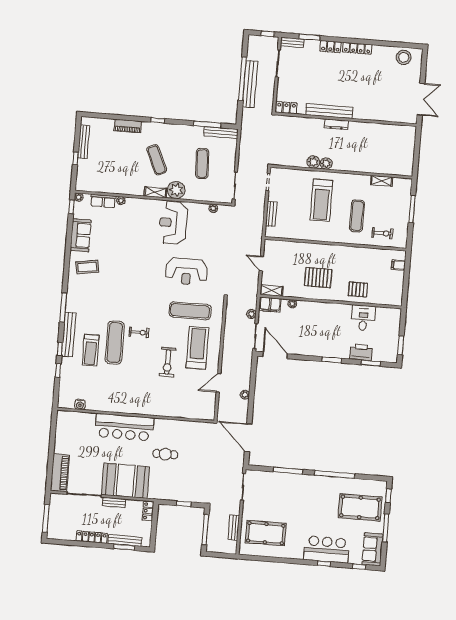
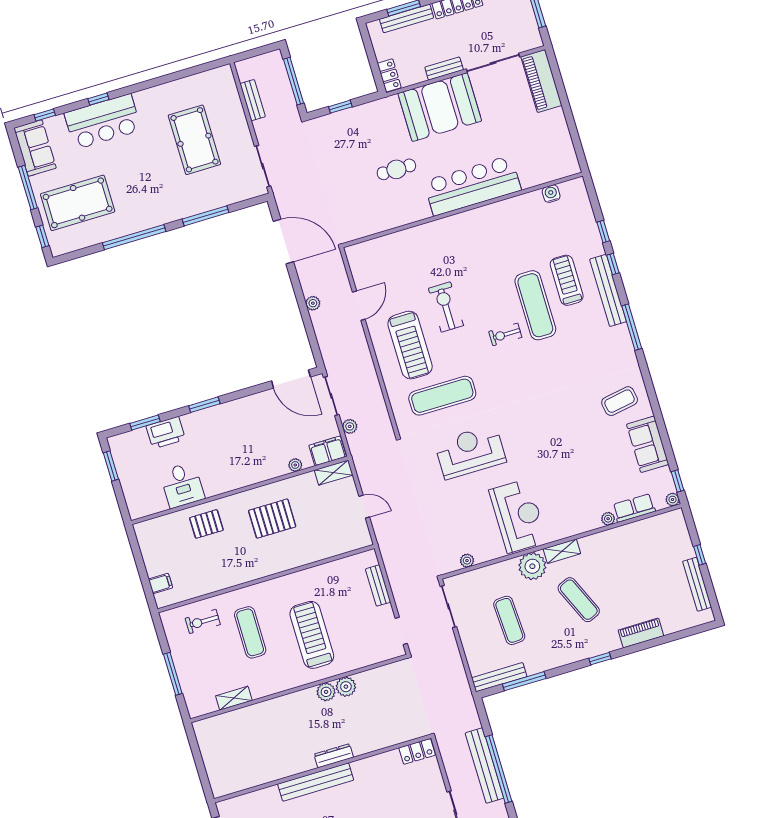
bench: (329, 111) -> (316, 782), moved
pool table: (266, 533) -> (194, 140), moved, turned 90

